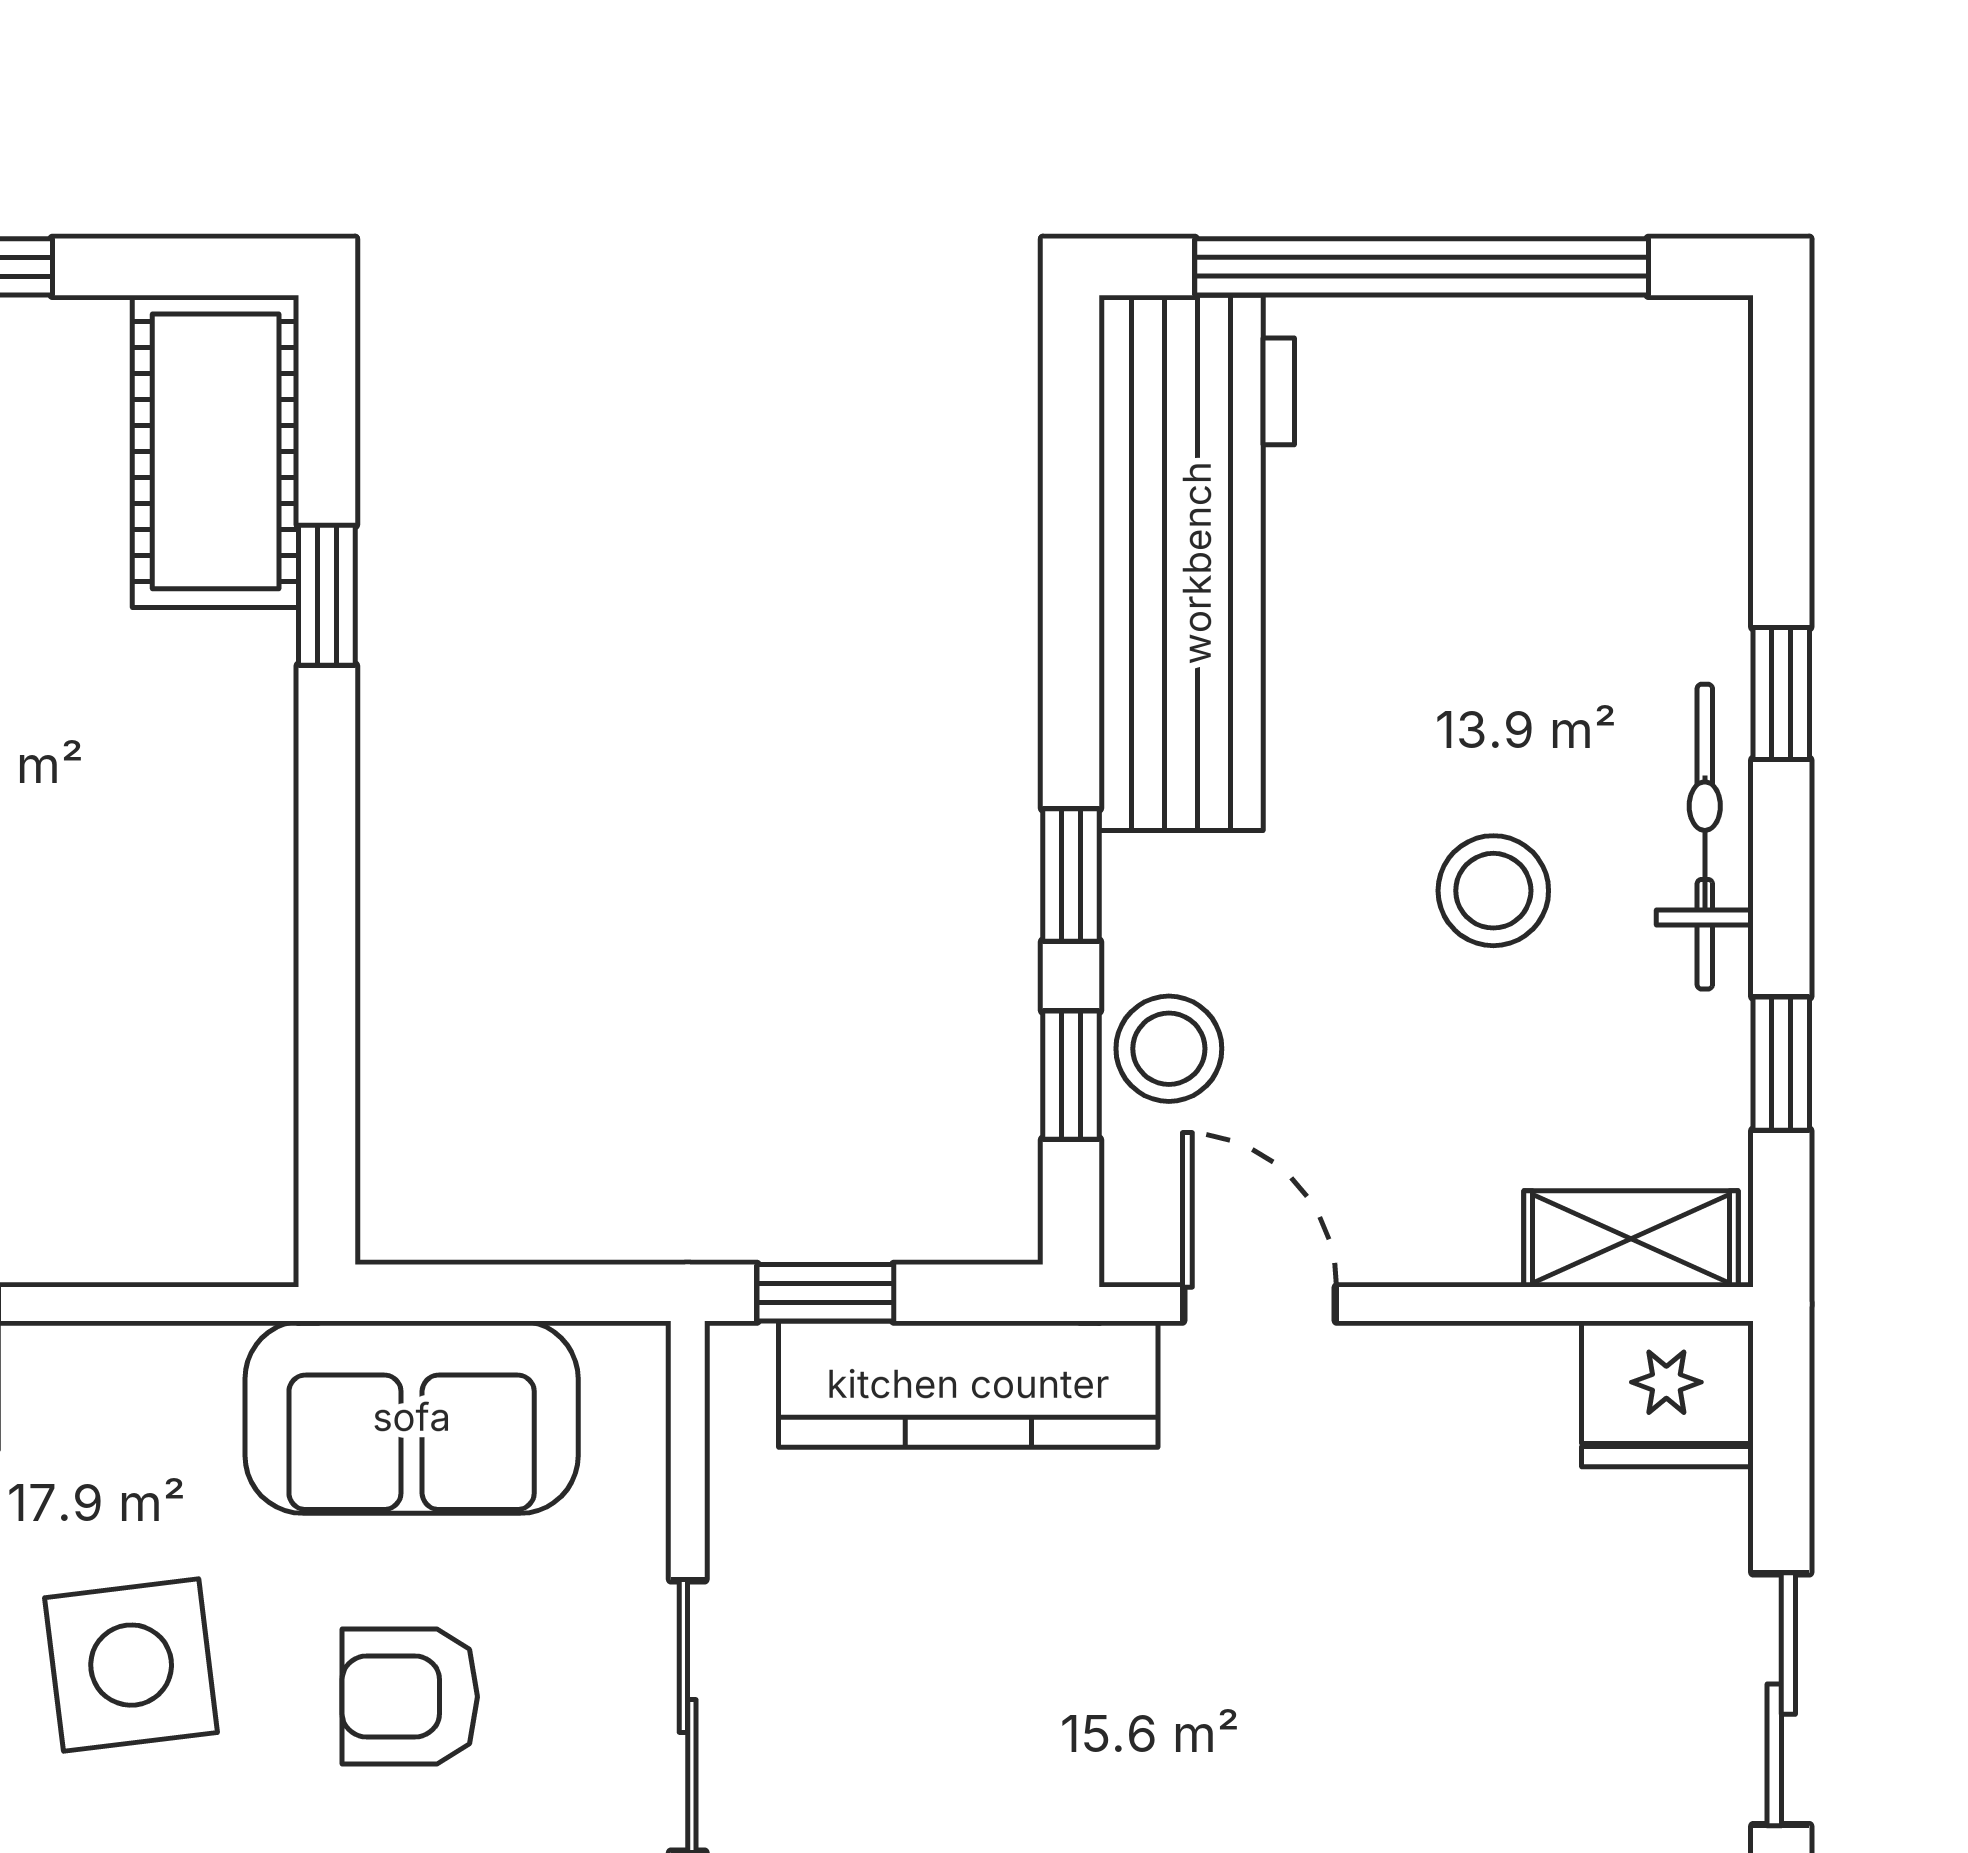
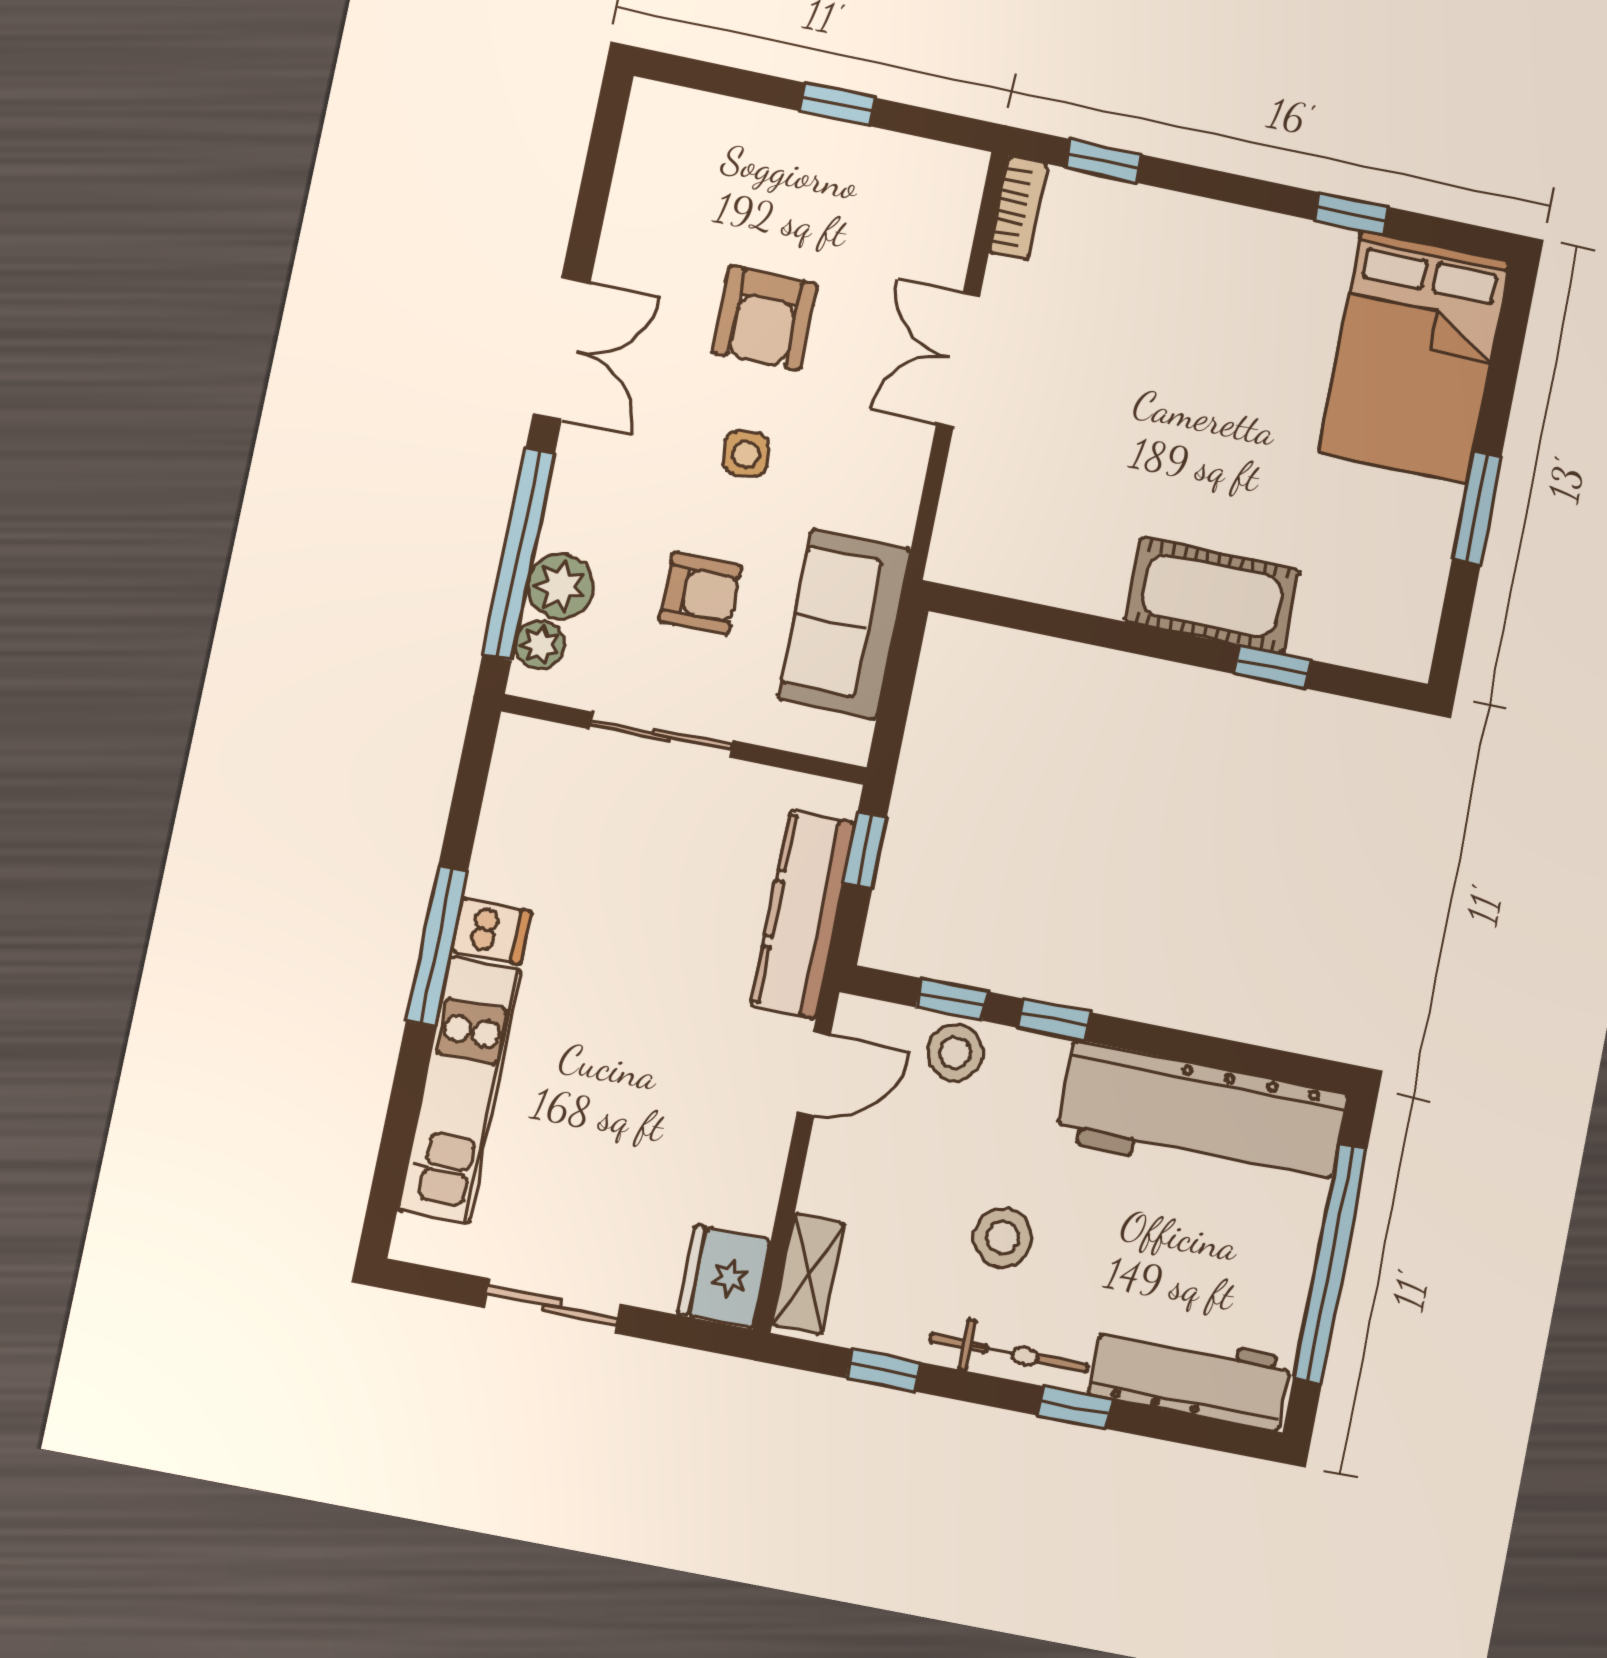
cot: (216, 451) -> (1212, 595), moved
workbench: (1683, 490) -> (1190, 1377), added
side table: (131, 1665) -> (746, 454), width x0.54, depth x0.54
armchair: (410, 1697) -> (700, 594), turned 90

